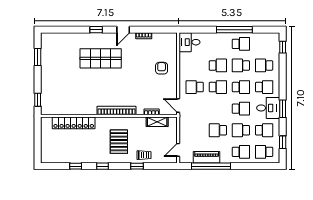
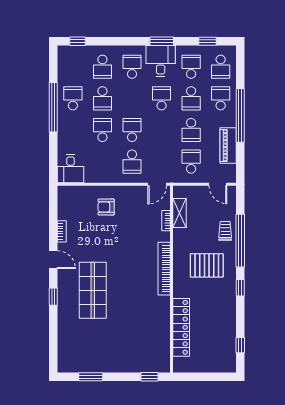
school desk: (241, 87) -> (191, 162), moved
window: (76, 166) -> (240, 345), moved
window: (137, 166) -> (240, 241), width x3.17
window: (211, 166) -> (240, 115), moved

